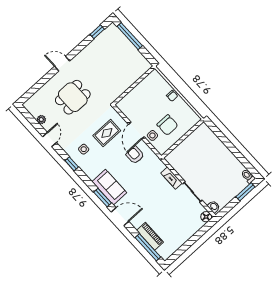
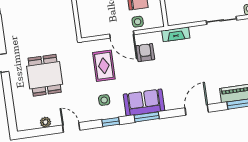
armchair: (135, 155) -> (145, 53), turned 90
fireplace: (172, 178) -> (176, 34), moved
sofa: (109, 187) -> (144, 103), moved
window: (103, 198) -> (147, 117), moved

